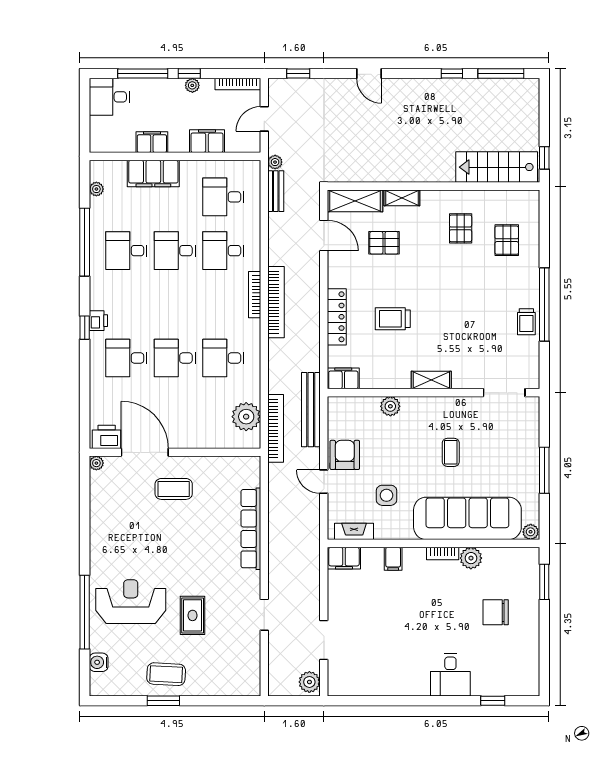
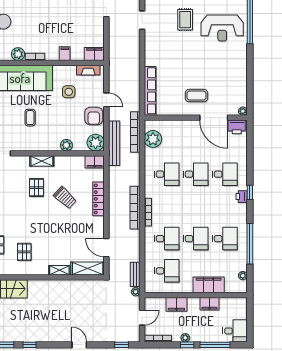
pallet: (384, 243) -> (36, 188), moved, turned 90
trolley: (393, 319) -> (65, 198), turned 43
plant: (342, 411) -> (96, 143), added
row of seats: (251, 529) -> (150, 91), moved

